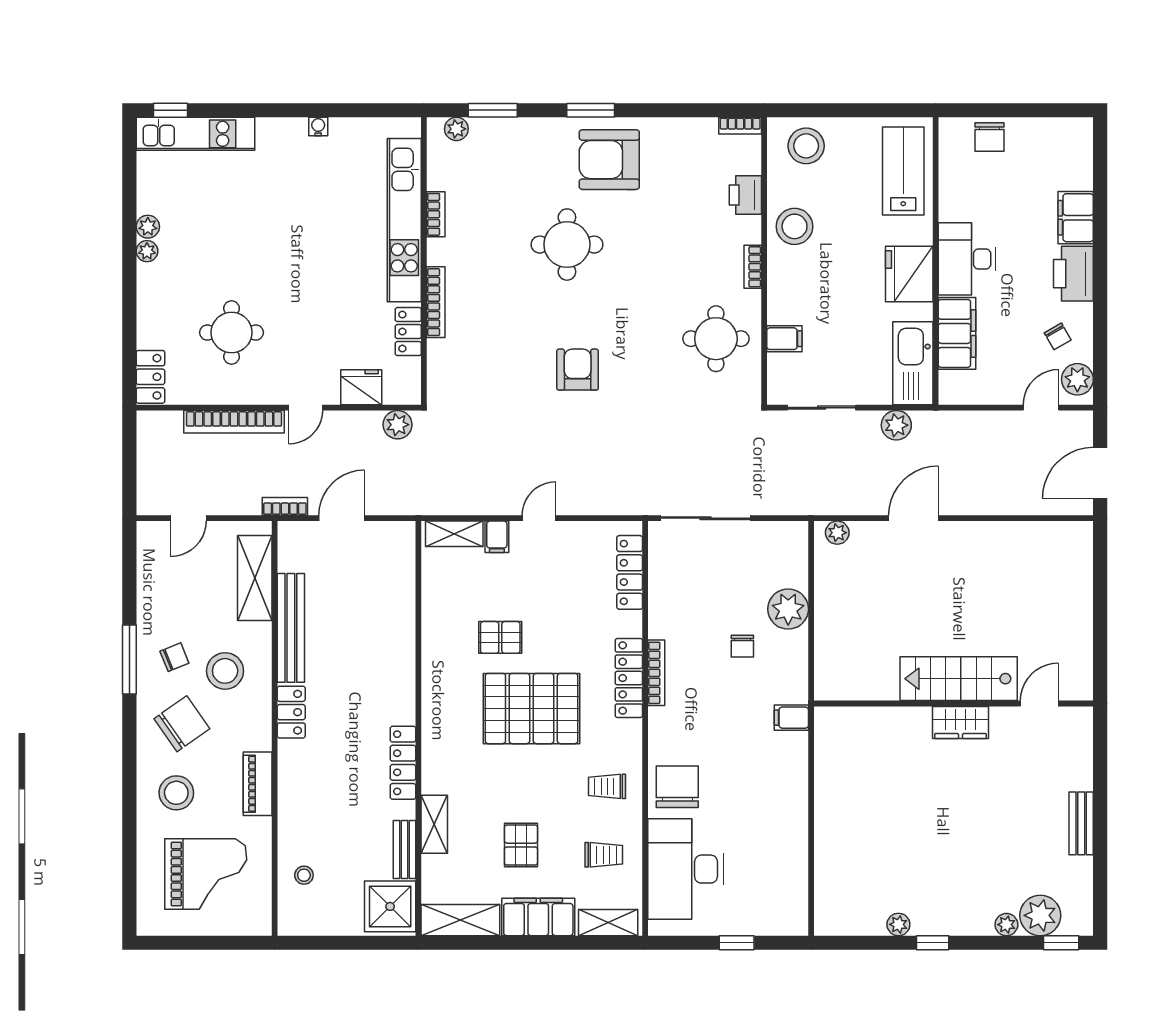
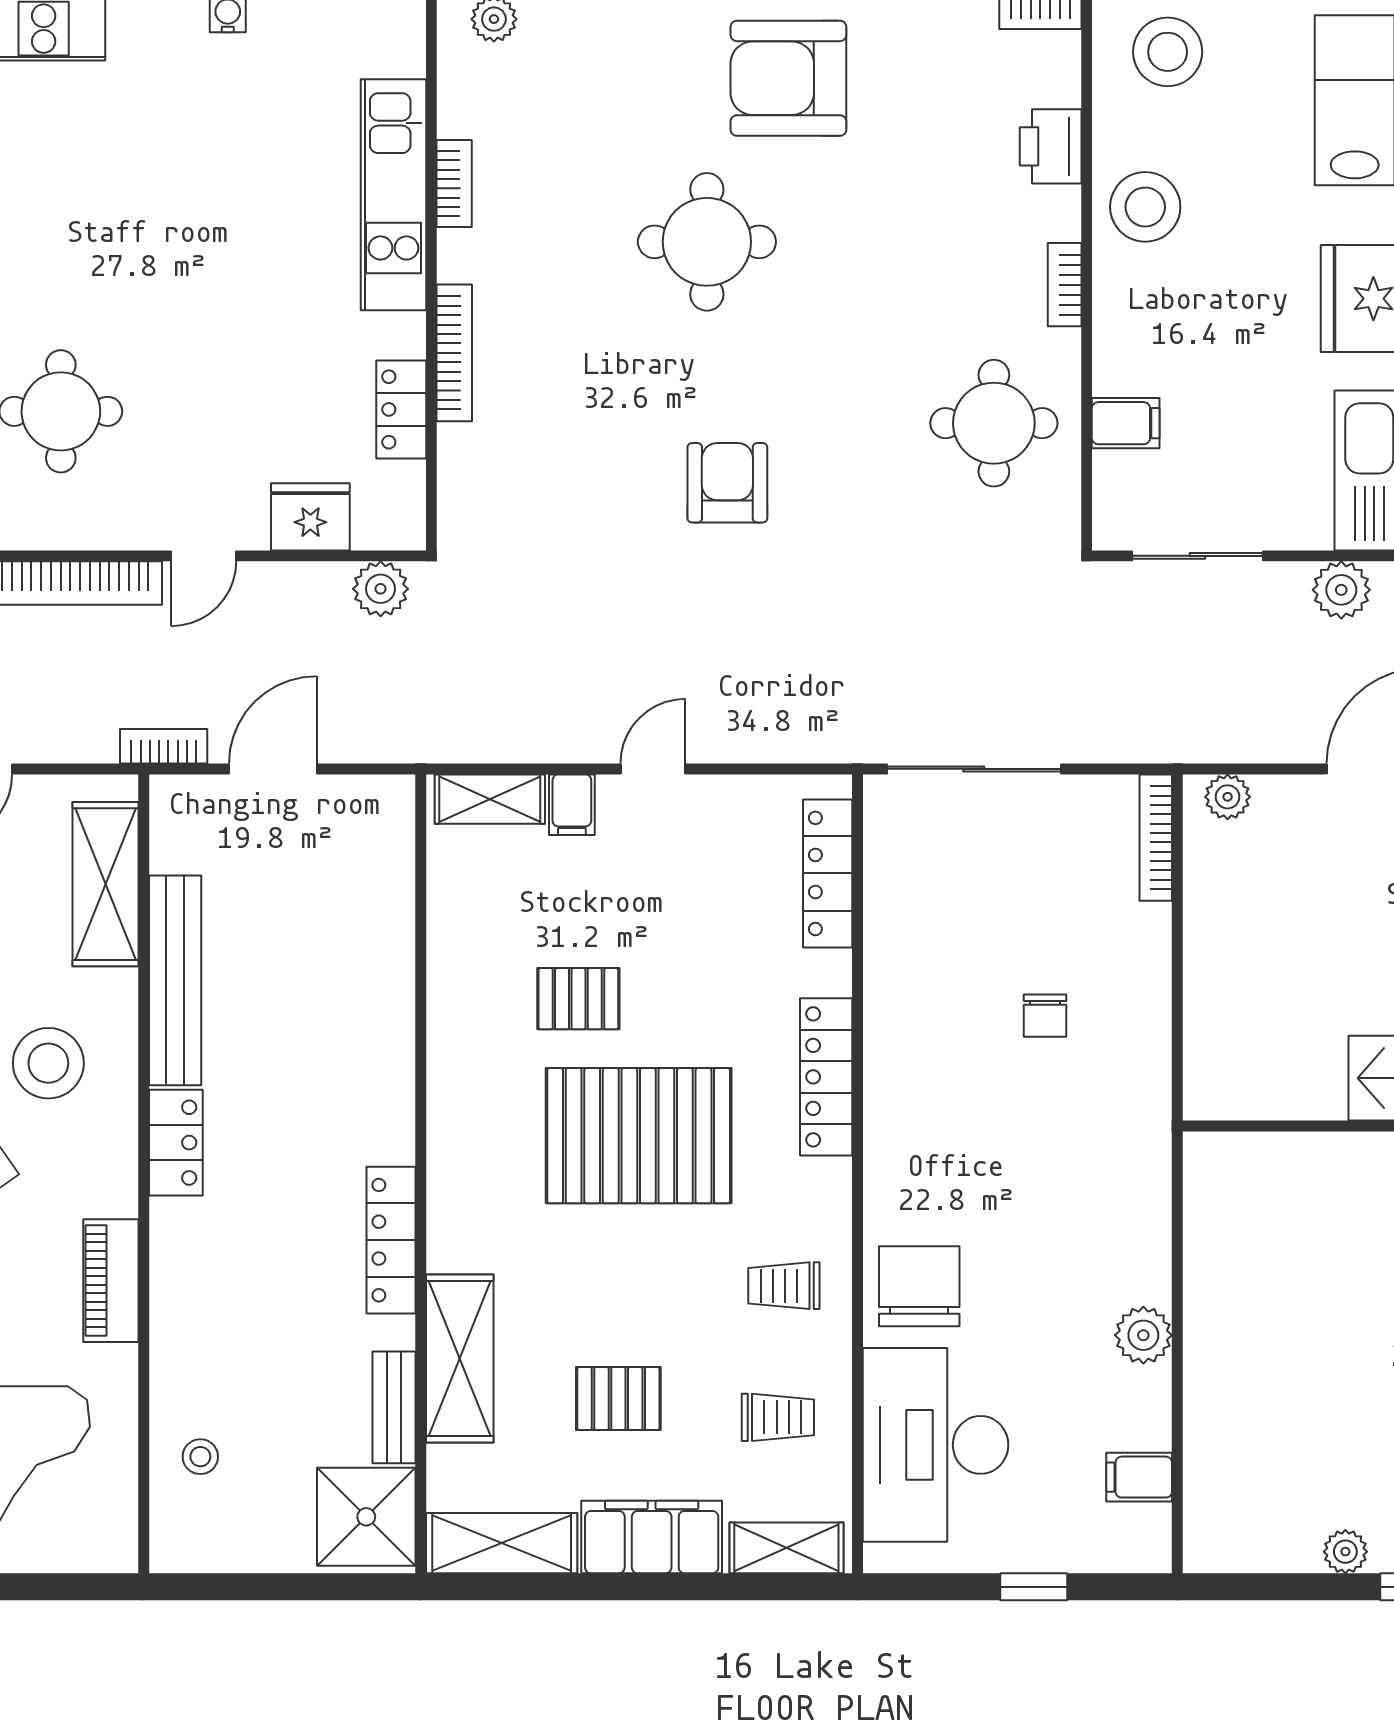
kitchen unit: (404, 220) -> (393, 195), width x0.73
plant: (788, 609) -> (1143, 1335), moved, width x0.73, depth x0.73
bookcase: (656, 673) -> (1156, 838), moved, turned 180
filing cabinet: (791, 718) -> (1139, 1477), moved
shelving: (434, 824) -> (460, 1358), width x1.50, depth x1.33
pallet: (521, 845) -> (618, 1399), turned 90

